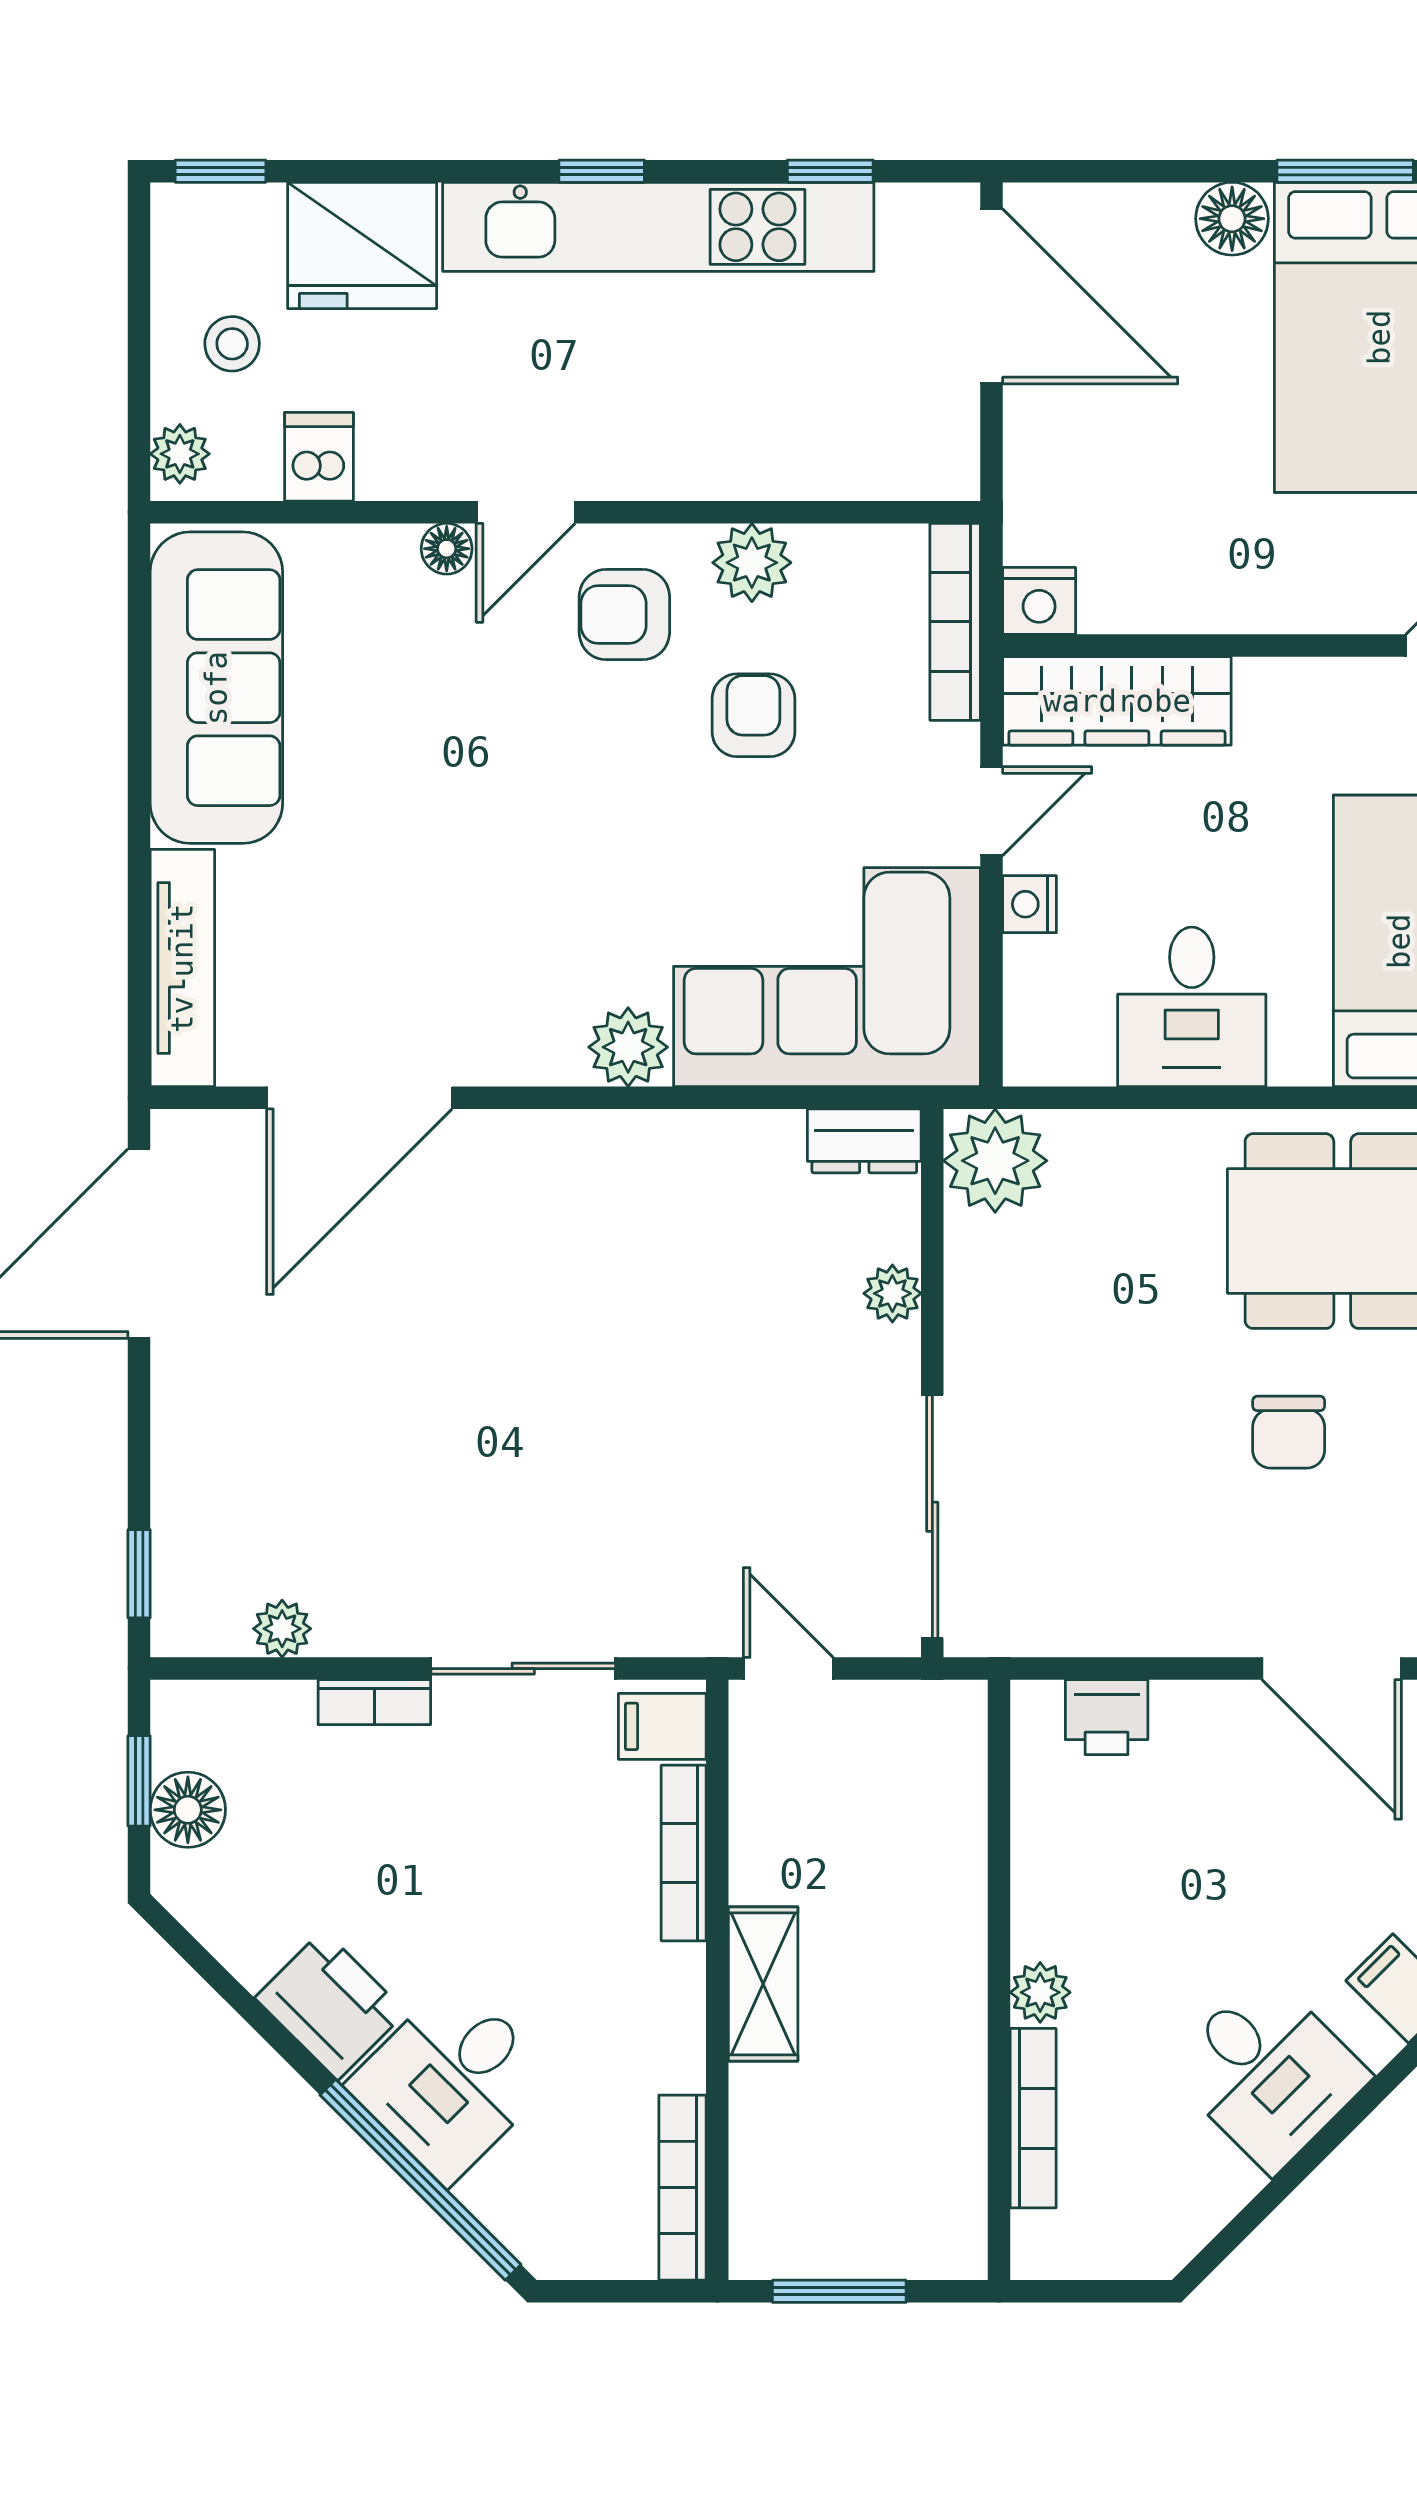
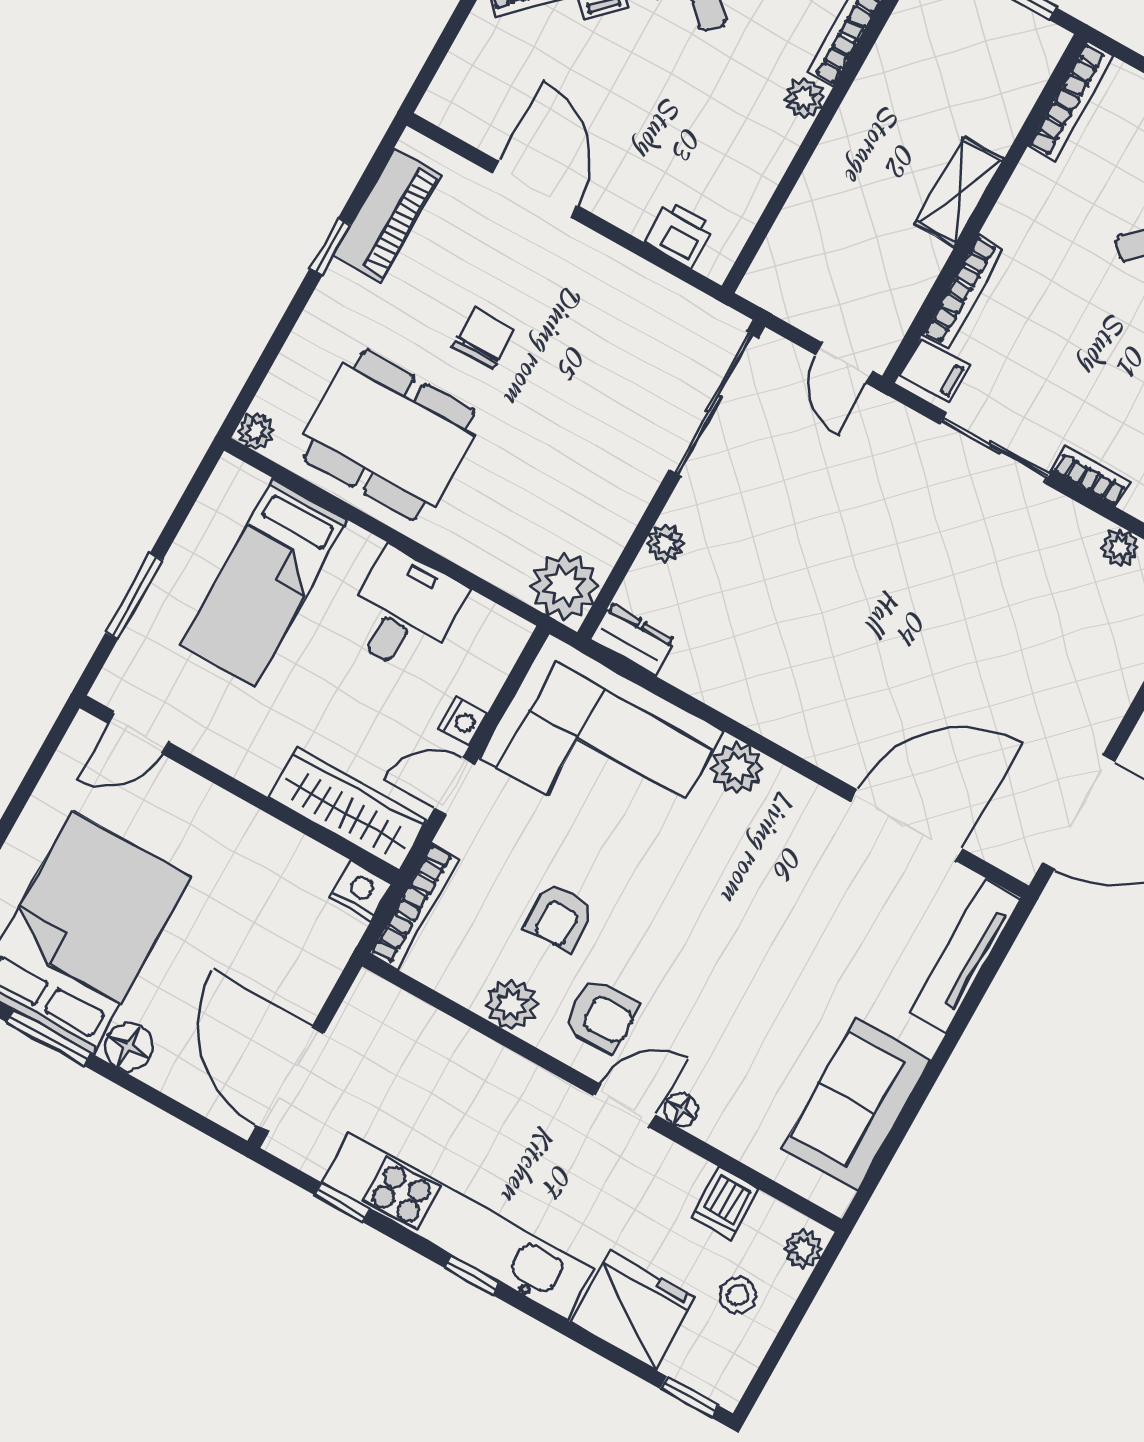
sofa: (216, 688) -> (857, 1104), width x0.73

